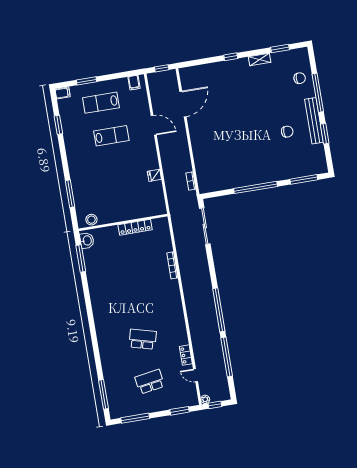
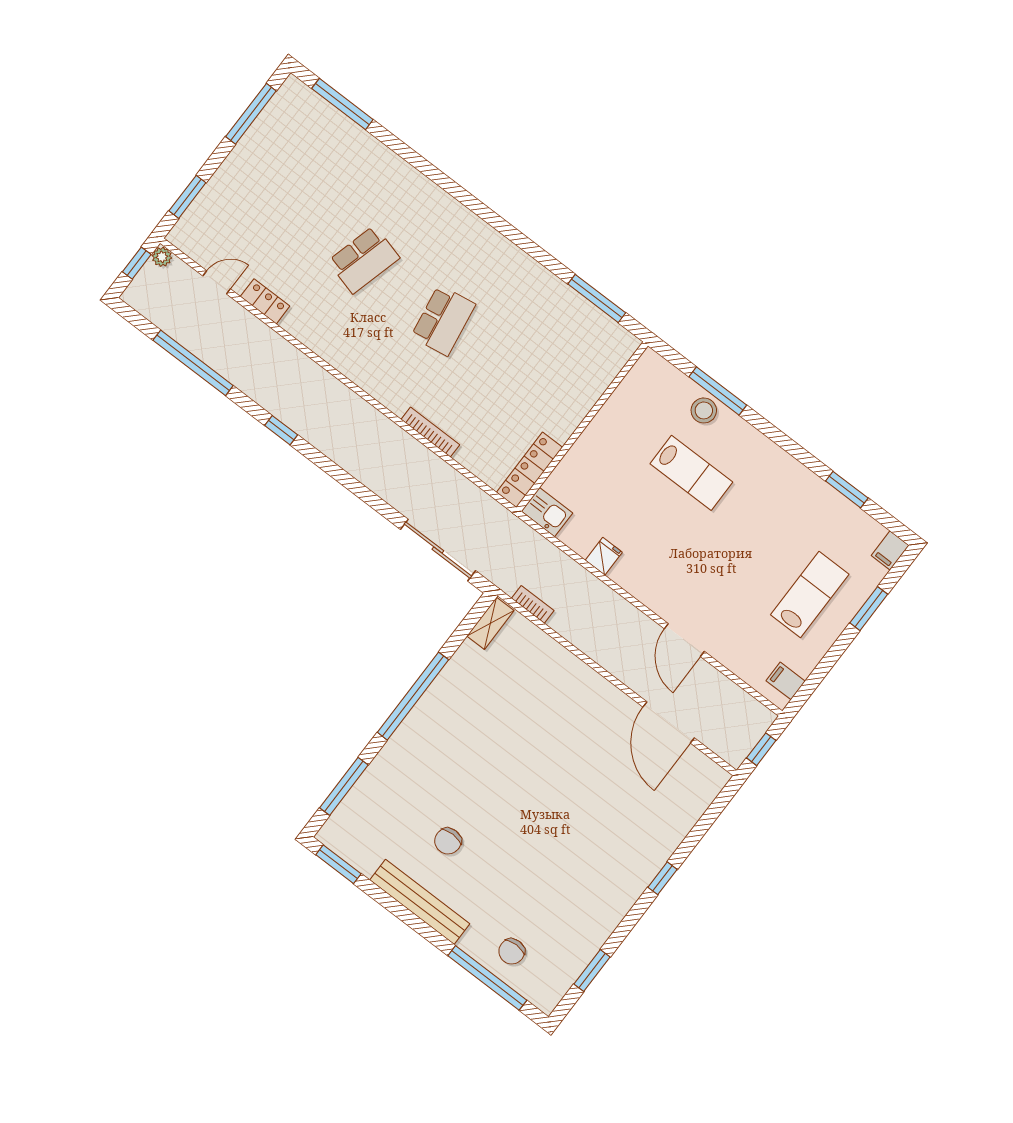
shelving: (260, 60) -> (490, 623), moved
window: (318, 93) -> (487, 978), moved
door: (154, 125) -> (684, 640), hinge flipped
window: (325, 134) -> (338, 864), moved
lab bench: (111, 136) -> (691, 473), moved, turned -90
kitchen sink: (159, 206) -> (547, 512), added
stool: (91, 220) -> (704, 410), moved
locker: (135, 227) -> (529, 470), moved
washbasin: (87, 241) -> (615, 339), removed
window: (219, 310) -> (281, 430), width x0.32
school desk: (150, 382) -> (443, 320), moved

